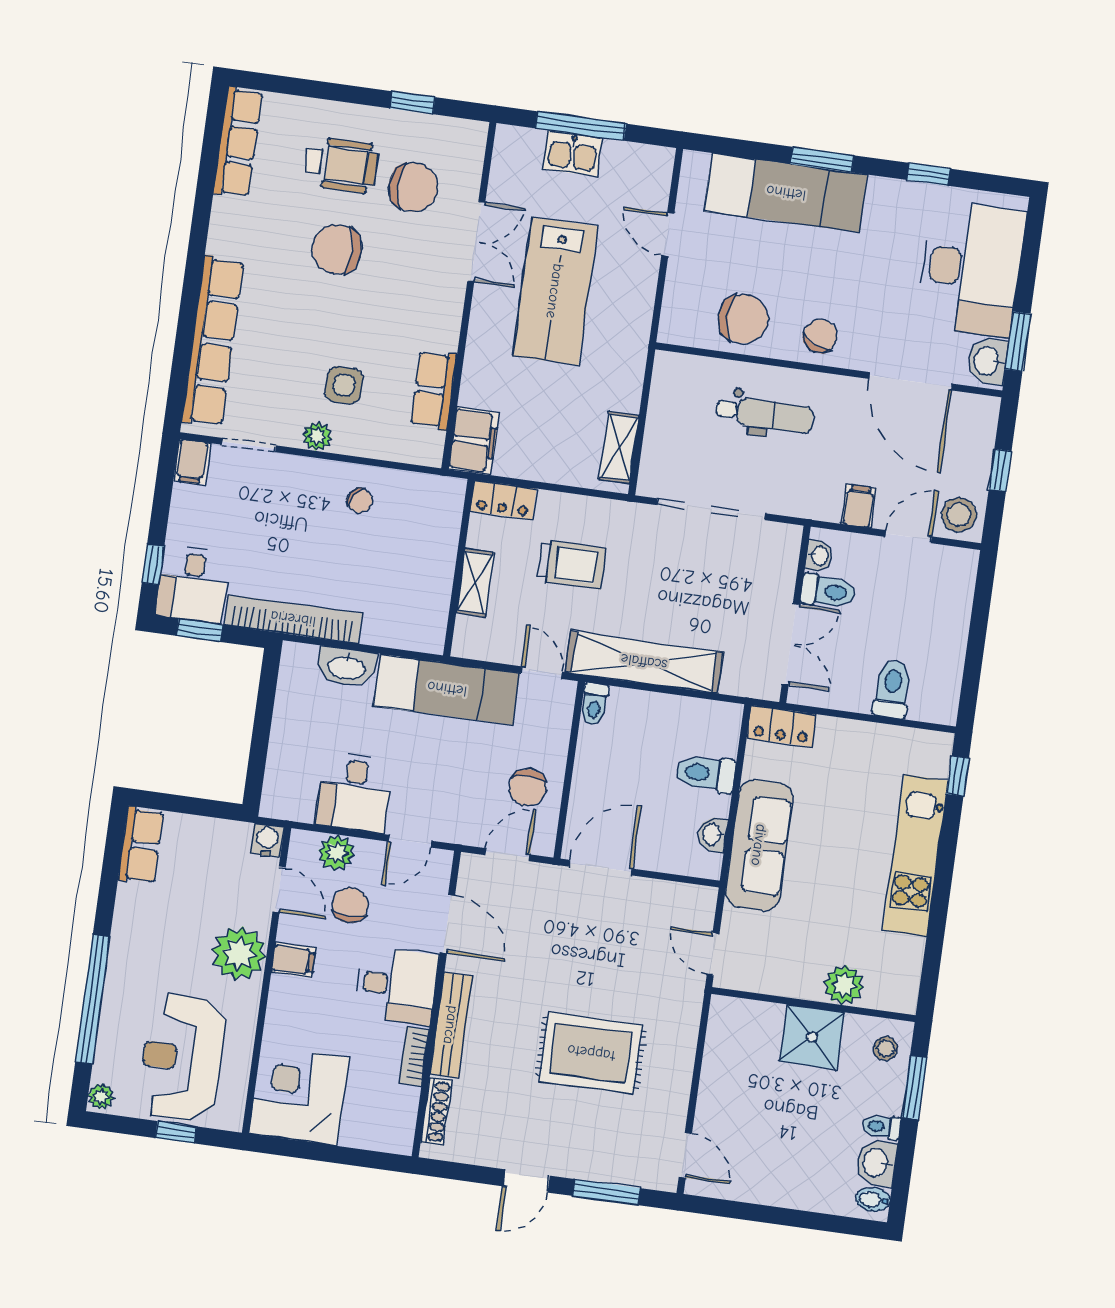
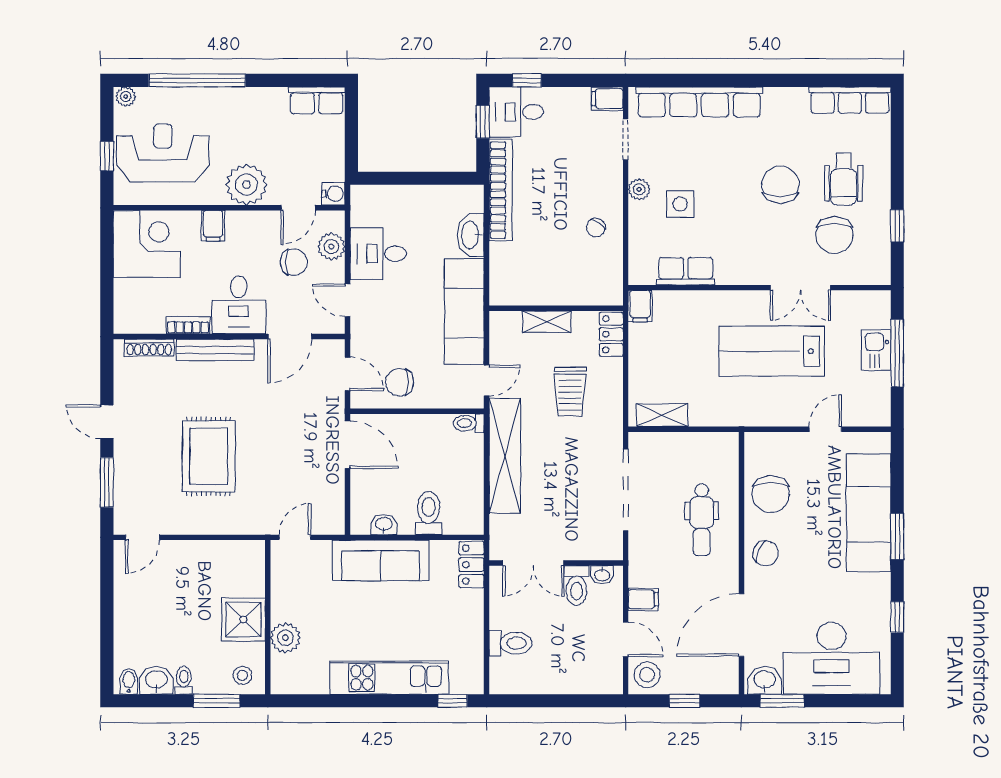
filing cabinet: (474, 441) -> (640, 306), width x0.50
filing cabinet: (293, 960) -> (213, 226), moved

